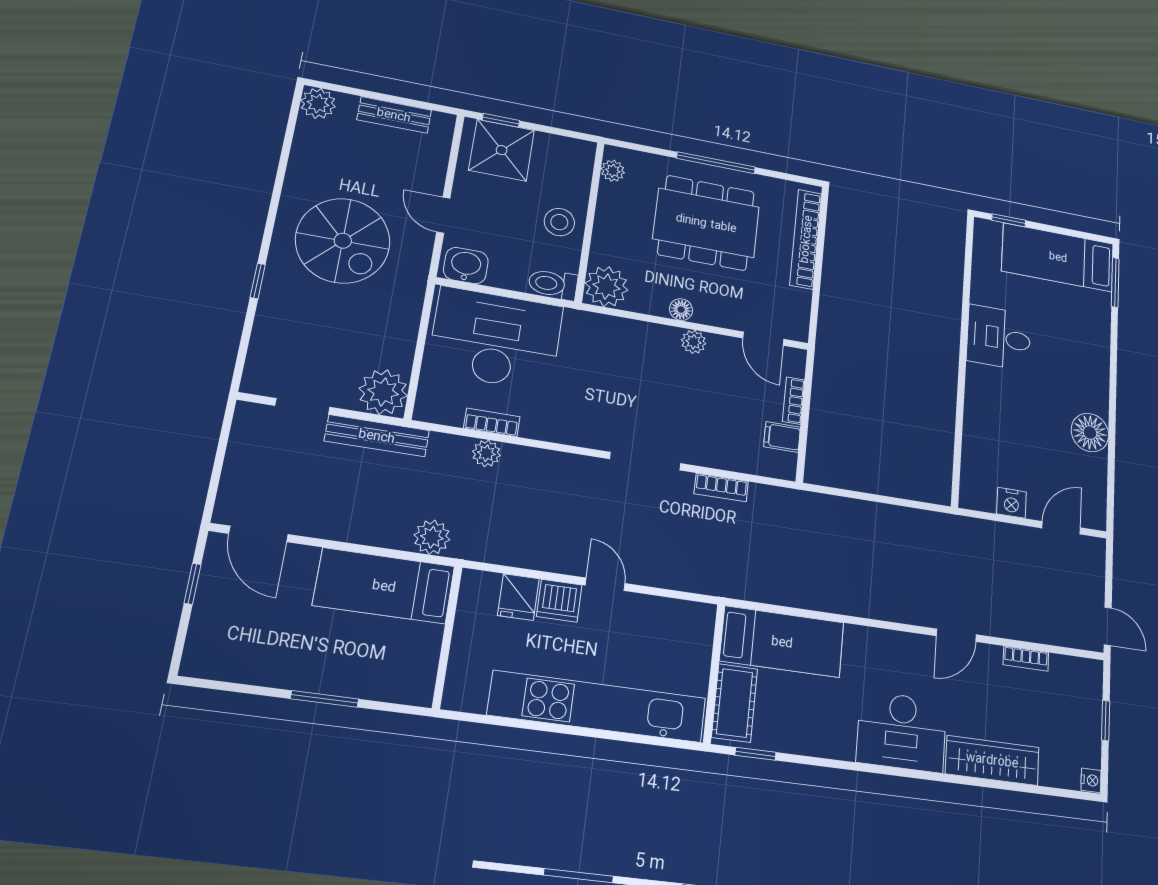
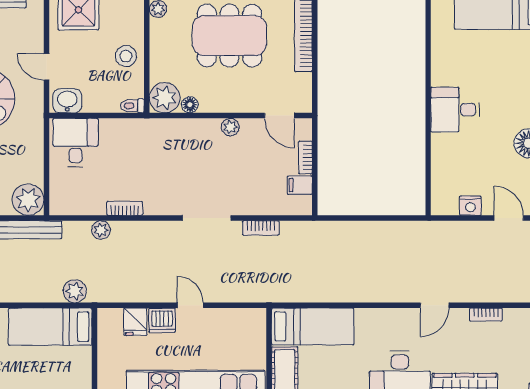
toilet: (553, 284) -> (132, 106), width x0.73, depth x0.72
floor lamp: (681, 310) -> (190, 105), moved
desk: (999, 338) -> (455, 110), moved
desk: (496, 339) -> (75, 142), width x0.53, depth x0.77
bookcase: (492, 422) -> (125, 208), moved
door: (1061, 528) -> (509, 218), hinge flipped

